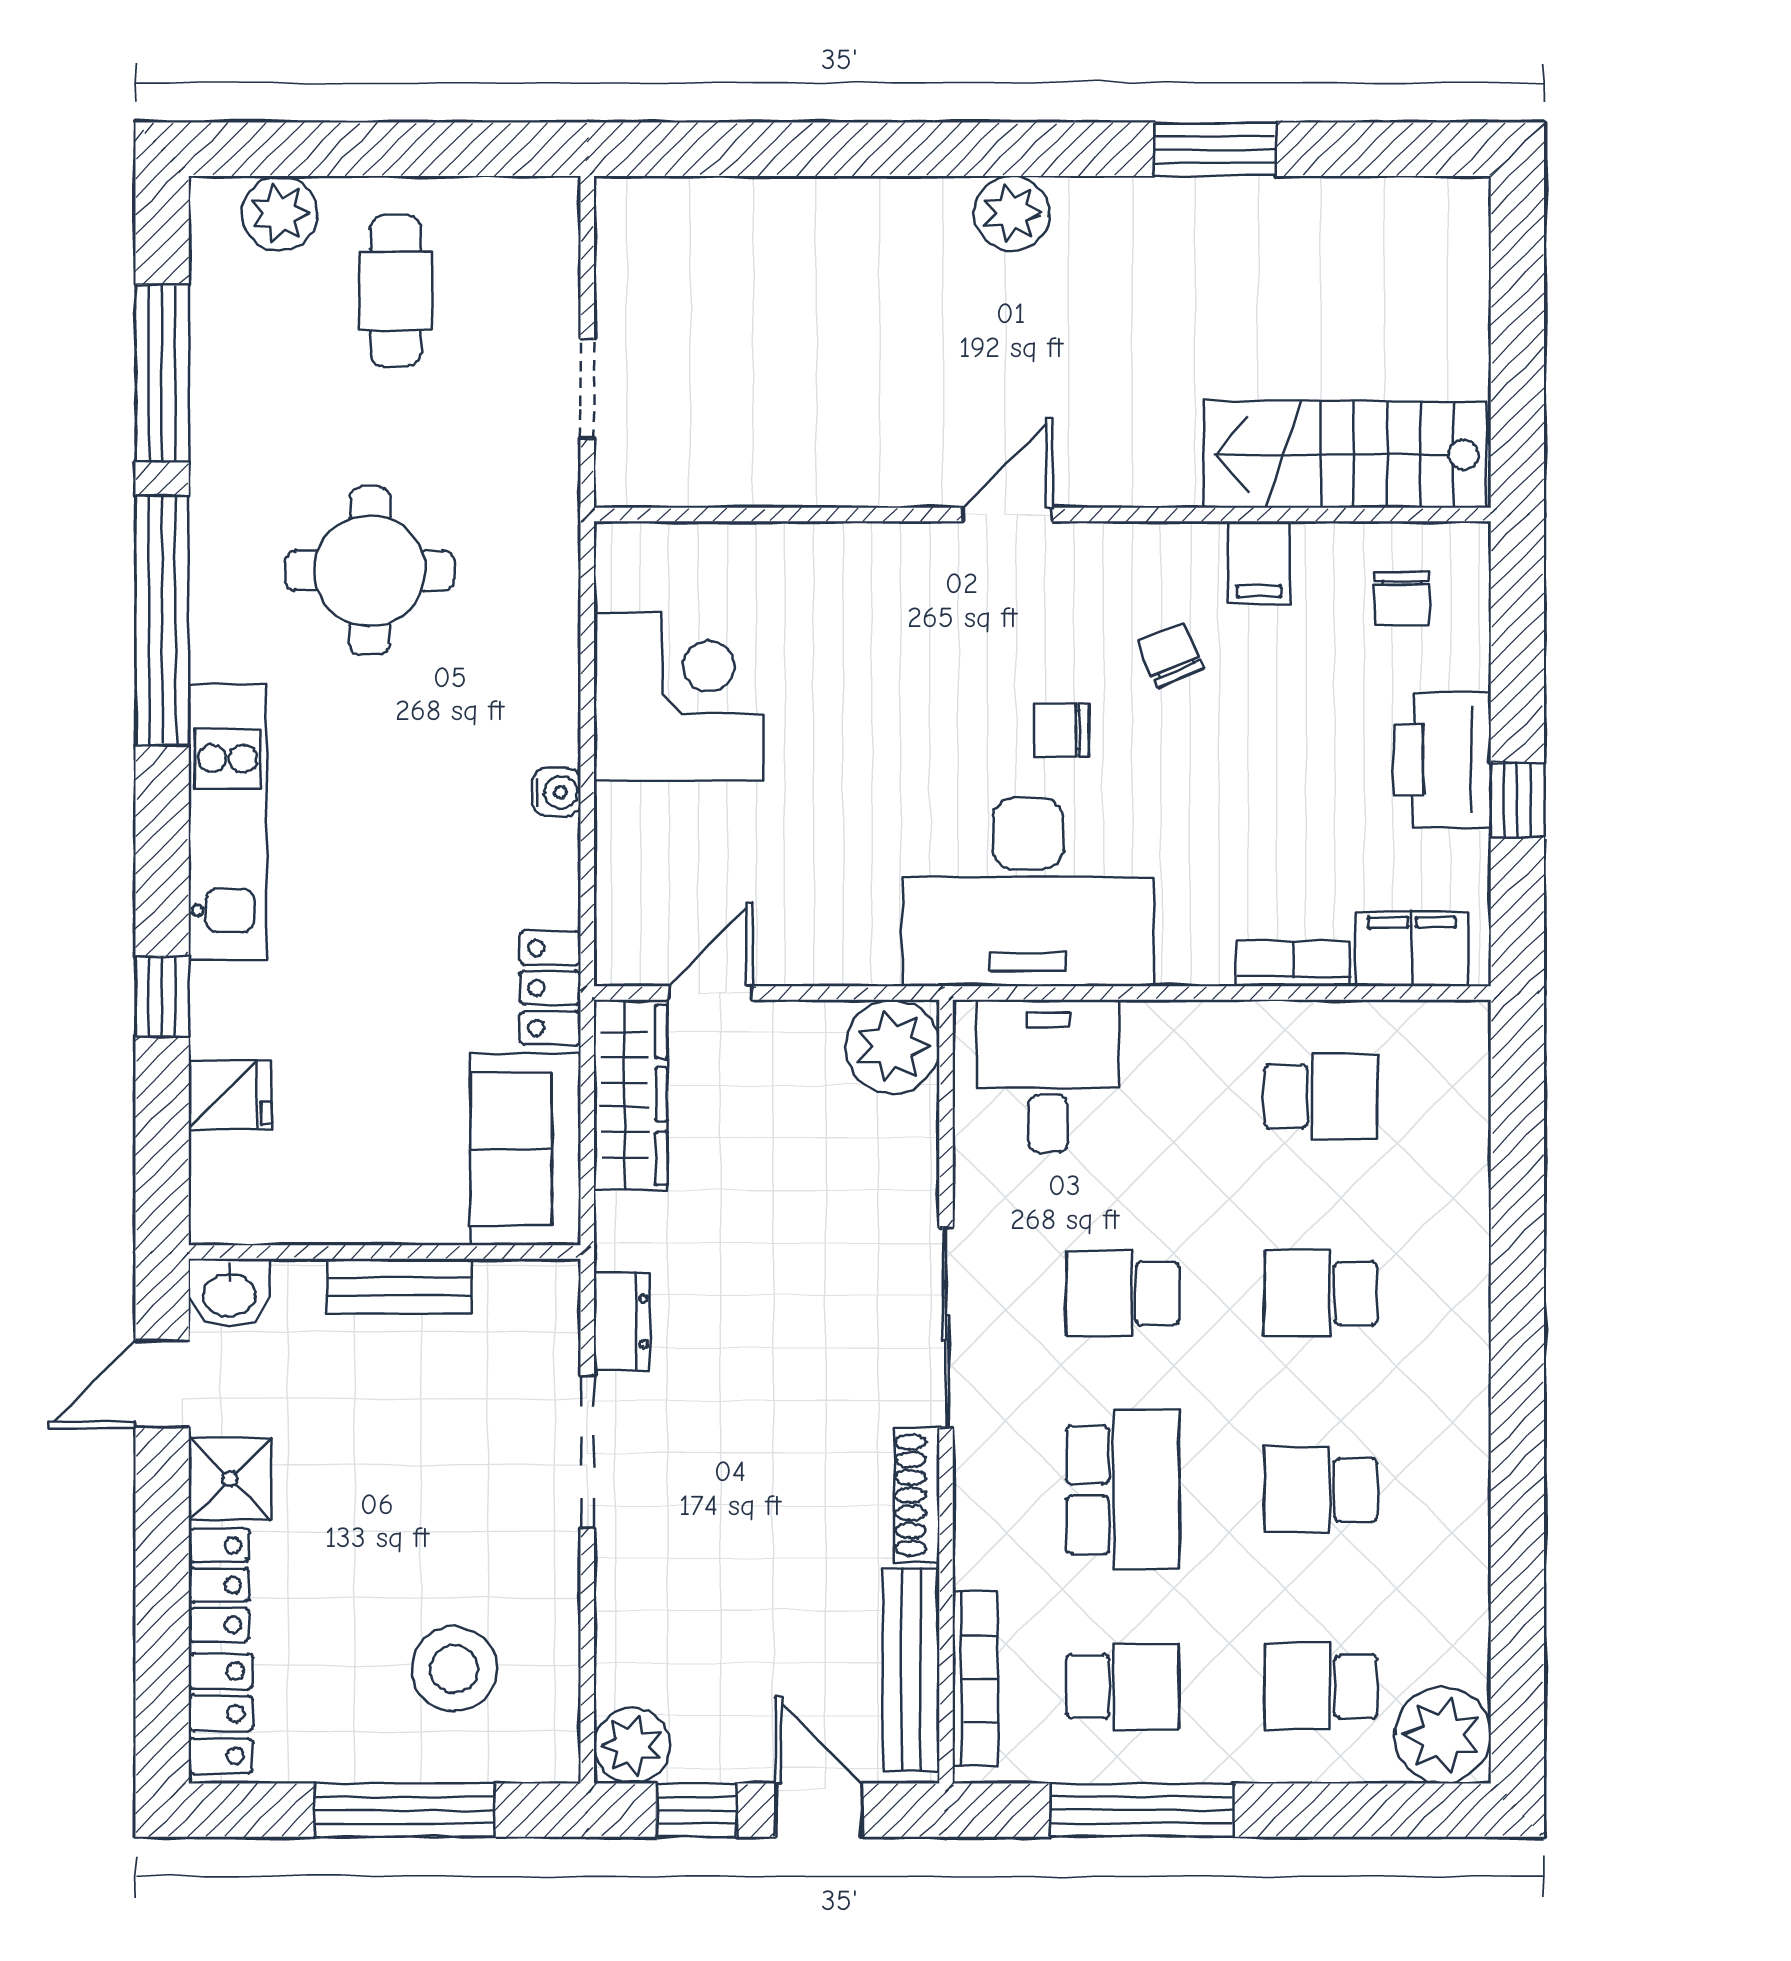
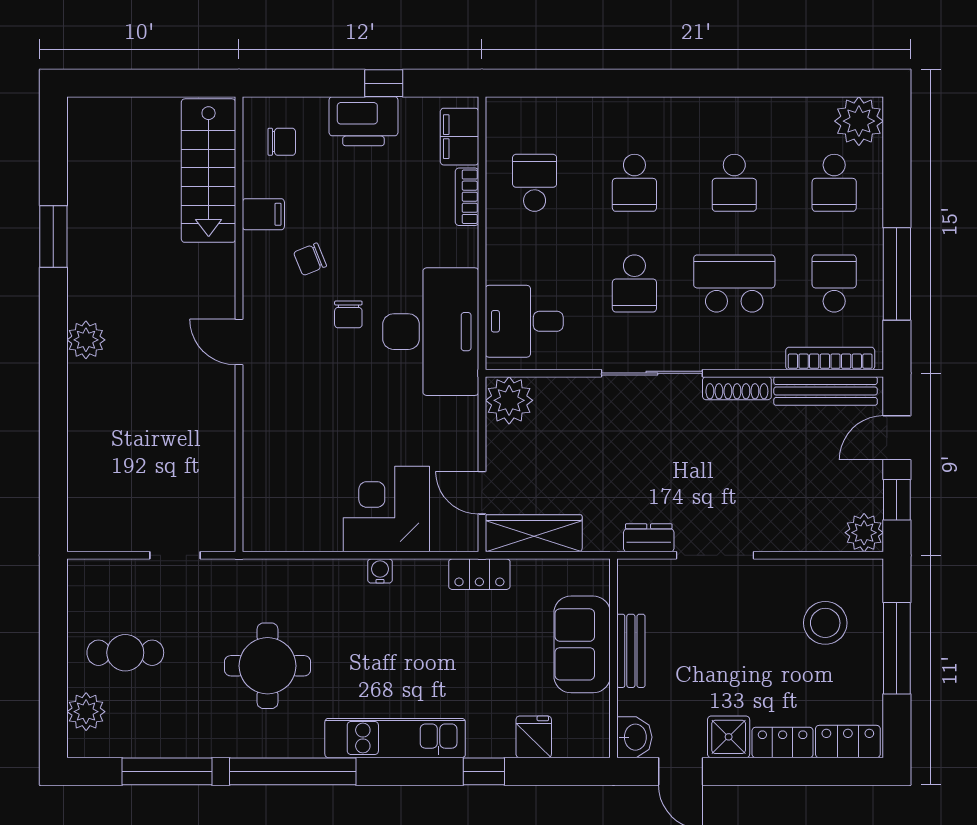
corner desk: (678, 697) -> (386, 509), moved
sofa: (525, 1149) -> (582, 644), moved, turned 90

